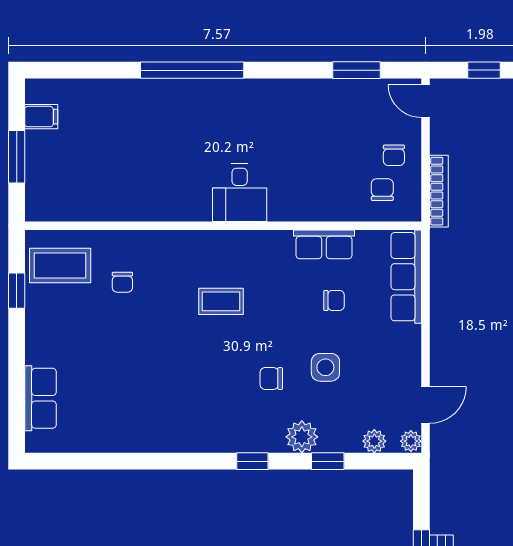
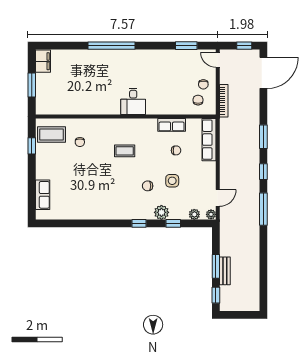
filing cabinet: (41, 117) -> (43, 61), width x2.00

